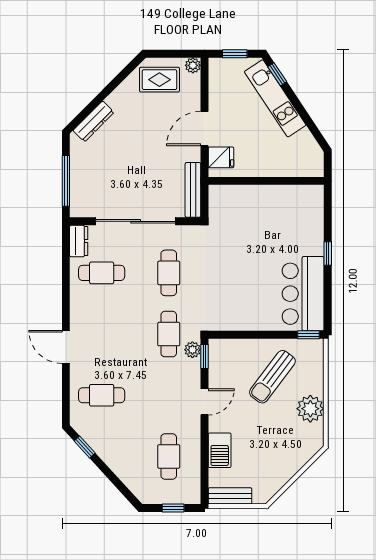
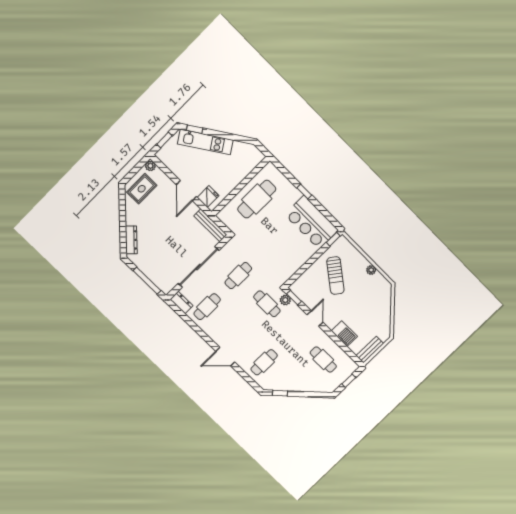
cafe table: (270, 211) -> (257, 199), added
cafe table: (169, 273) -> (238, 276), turned 90
plant: (310, 409) -> (371, 270), width x0.53, depth x0.53

